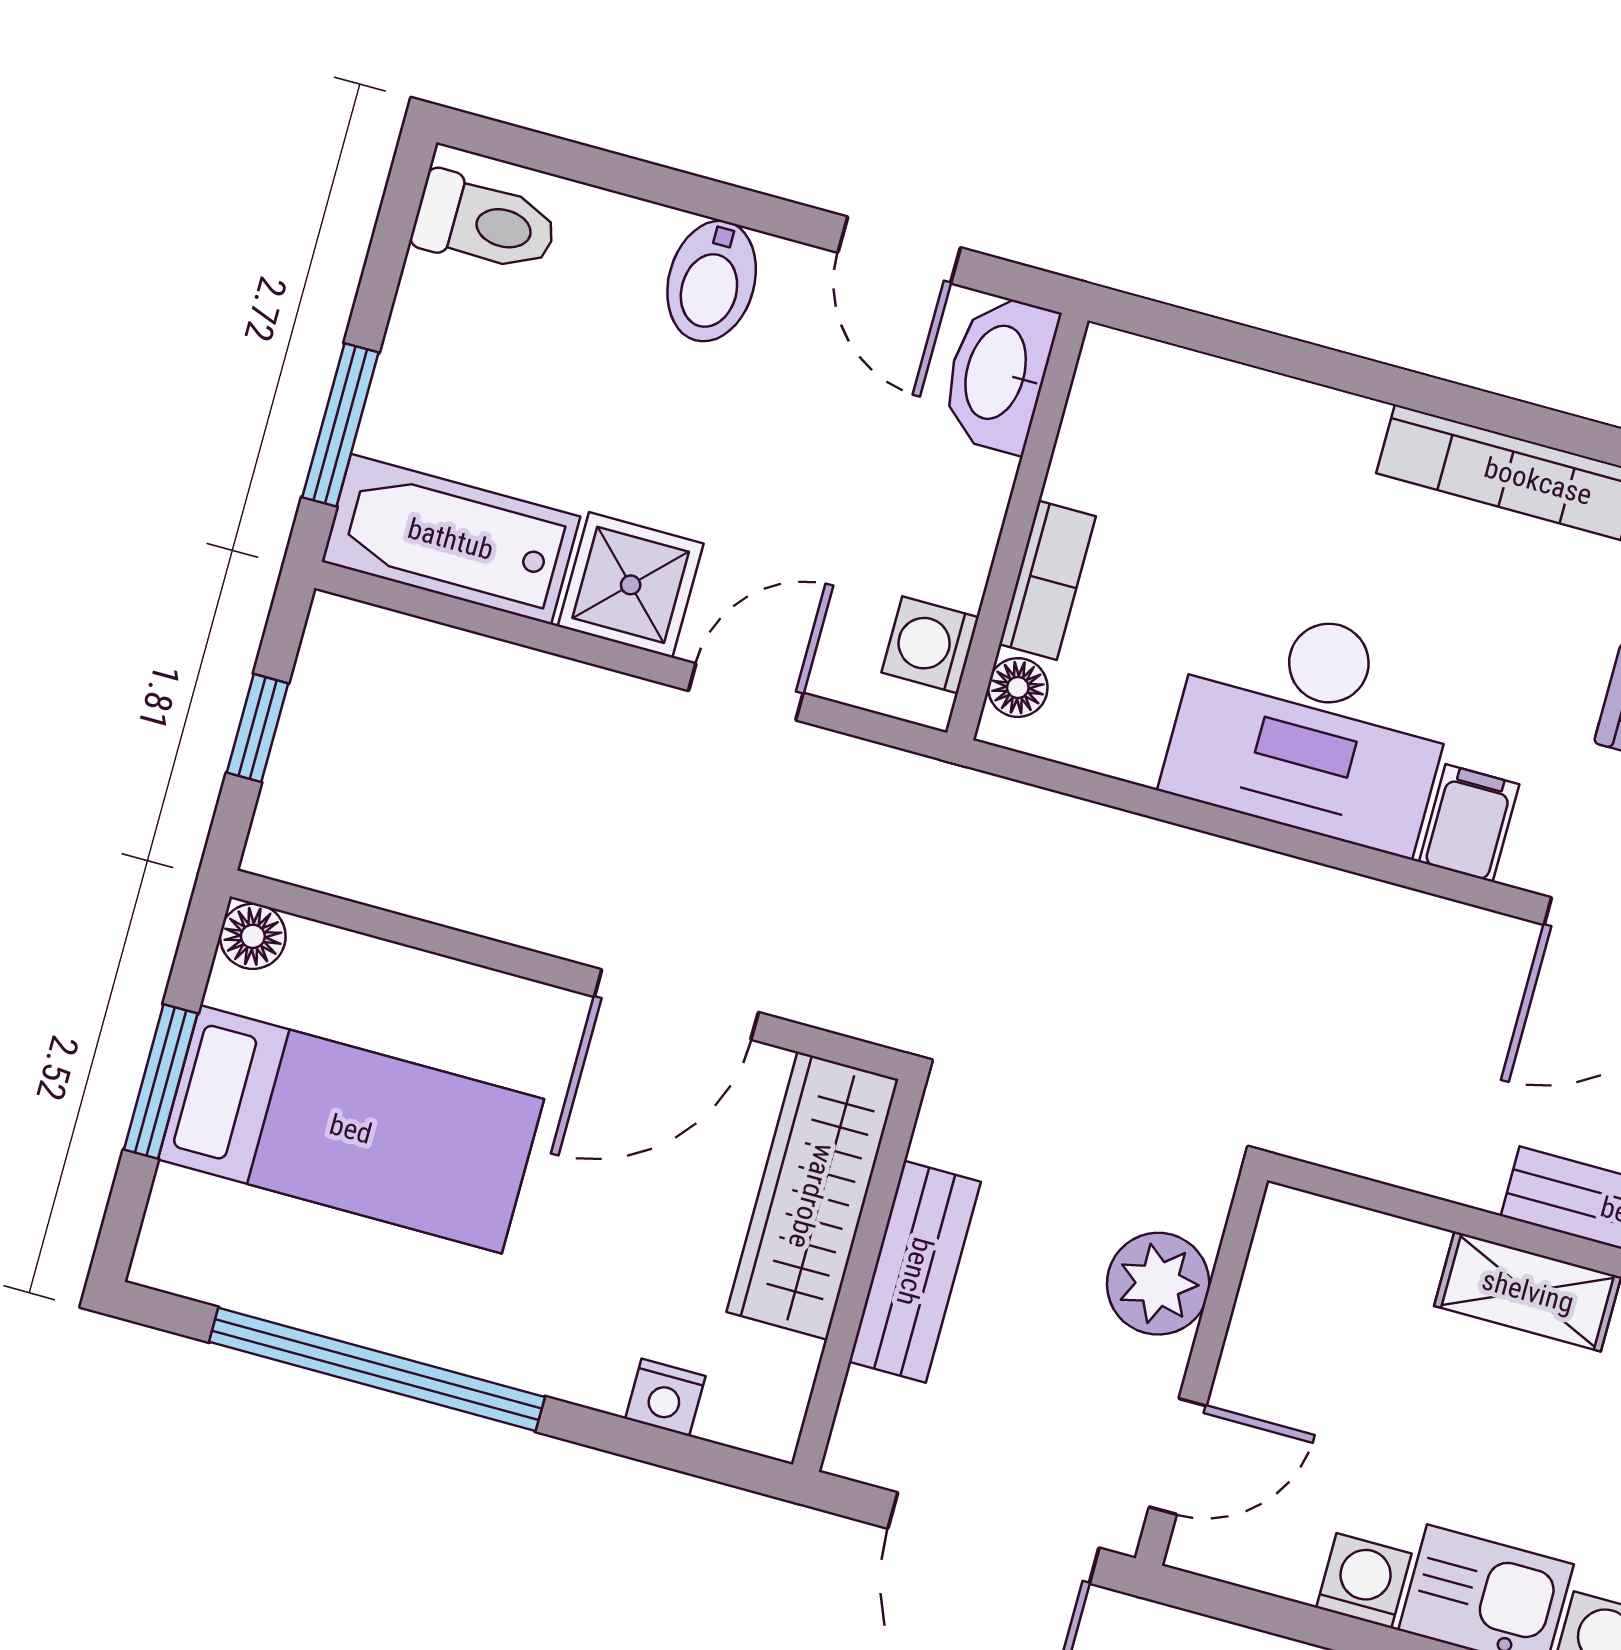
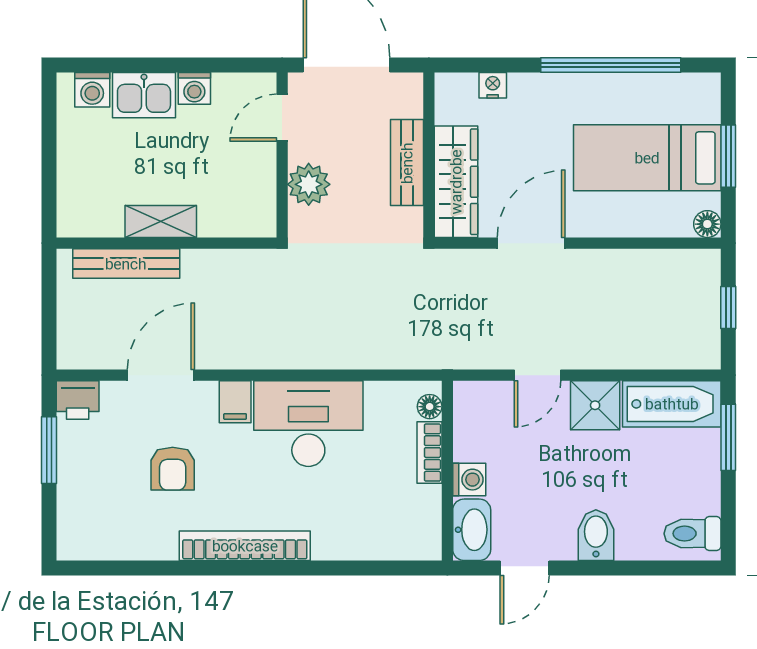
door: (899, 250) -> (525, 568), swing flipped
washing machine: (930, 645) -> (469, 480), moved

